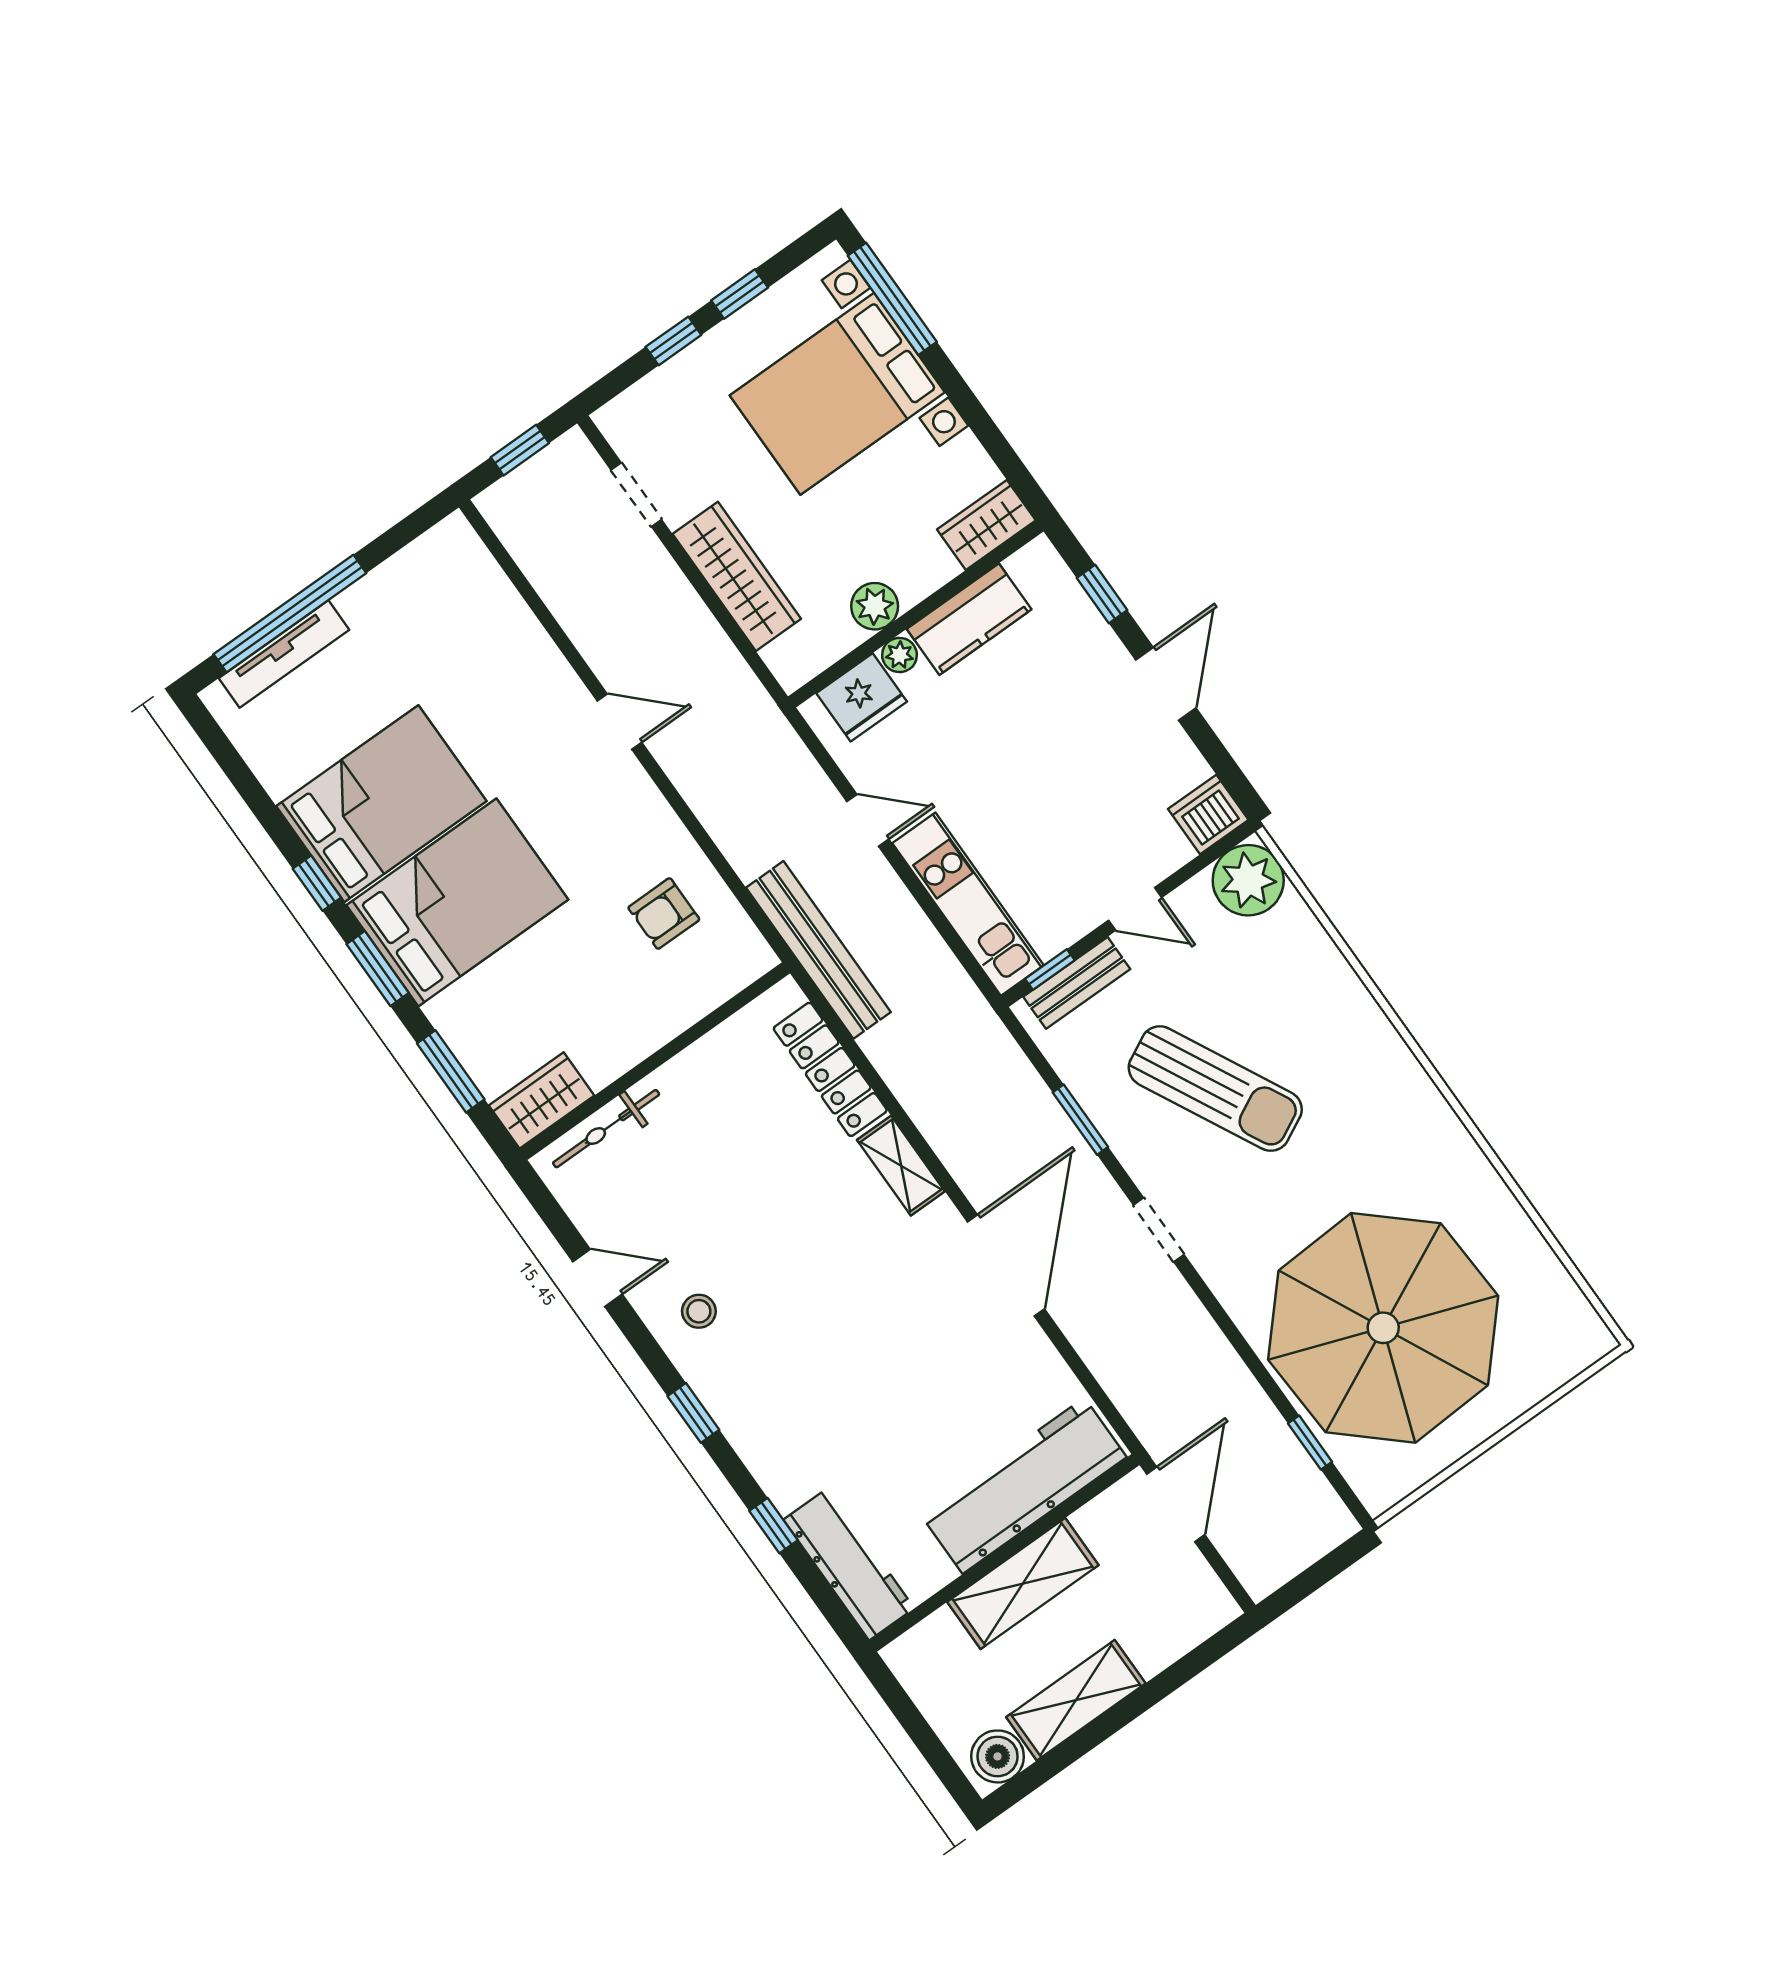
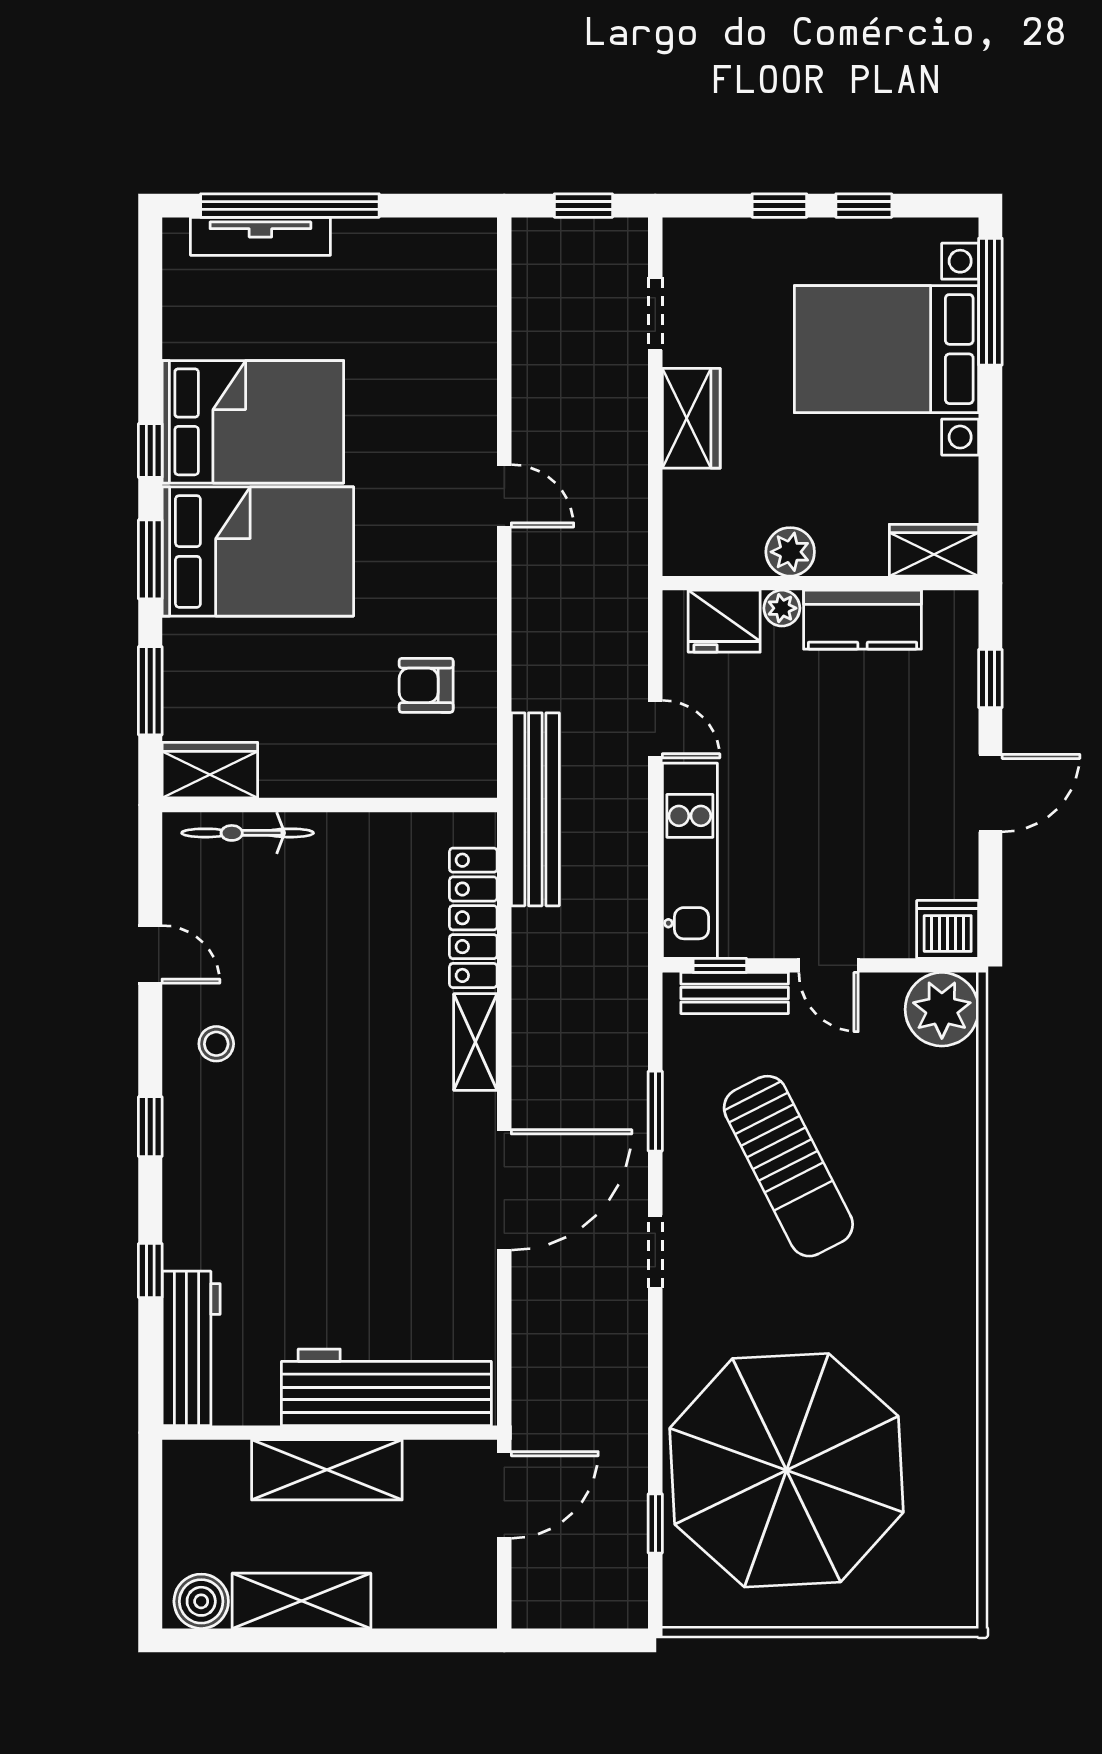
wardrobe: (737, 576) -> (691, 418), width x0.67

